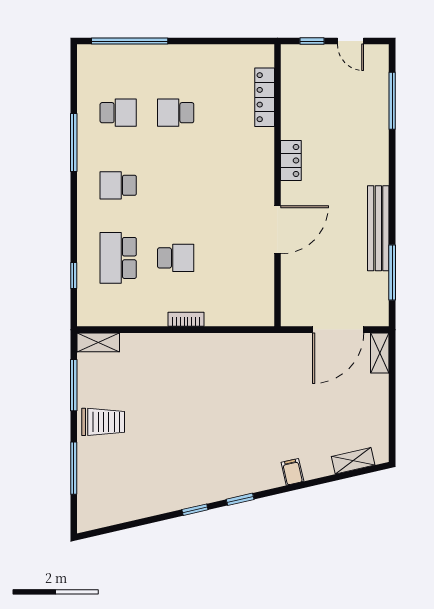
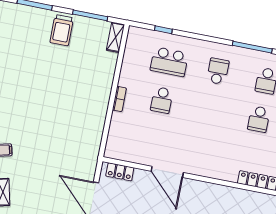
school desk: (176, 113) -> (259, 119), turned 180
locker: (291, 160) -> (120, 172), moved
school desk: (118, 258) -> (169, 62), turned 180

